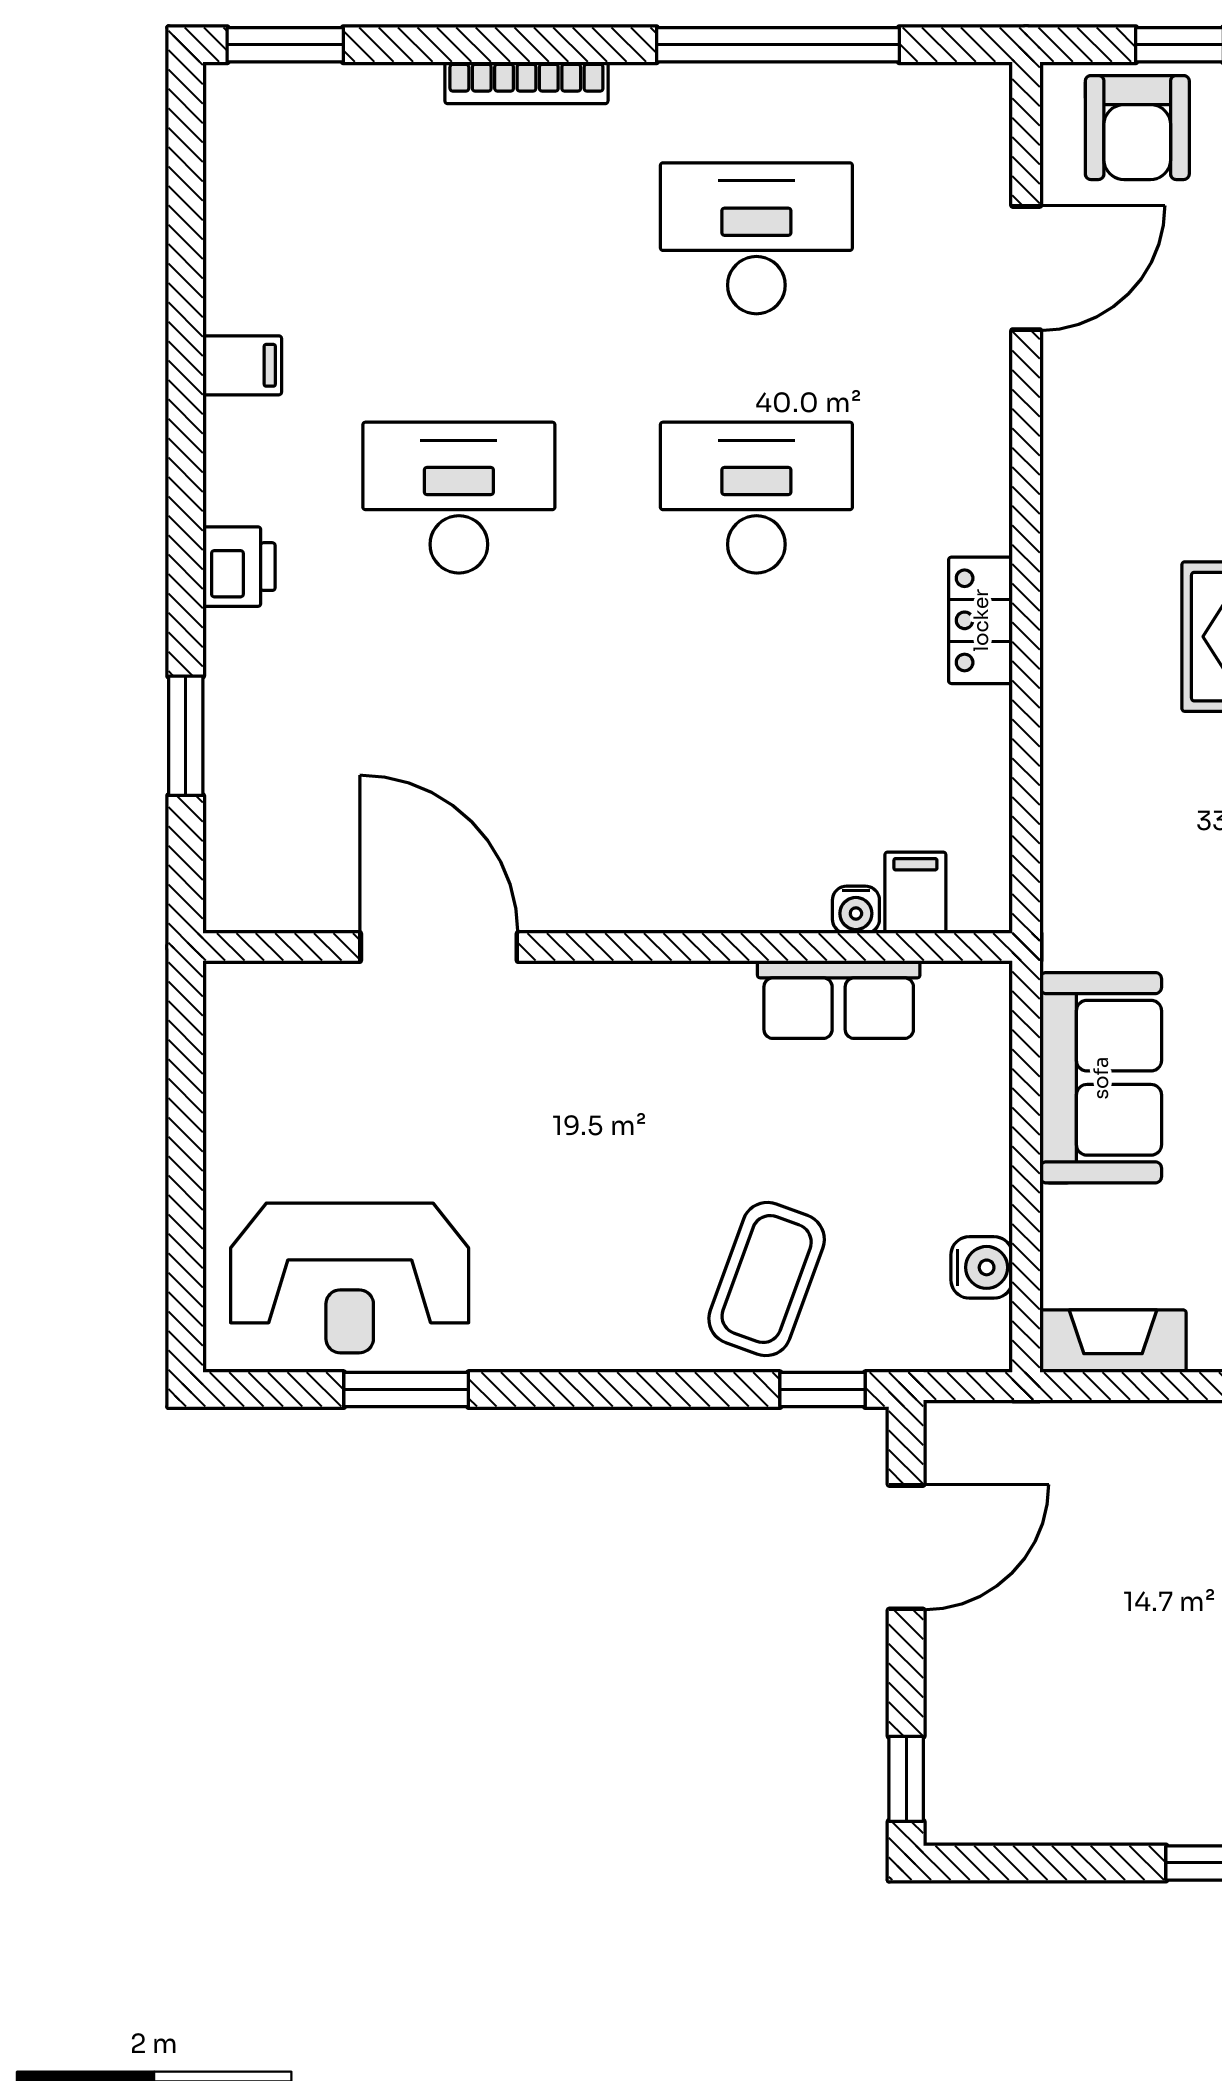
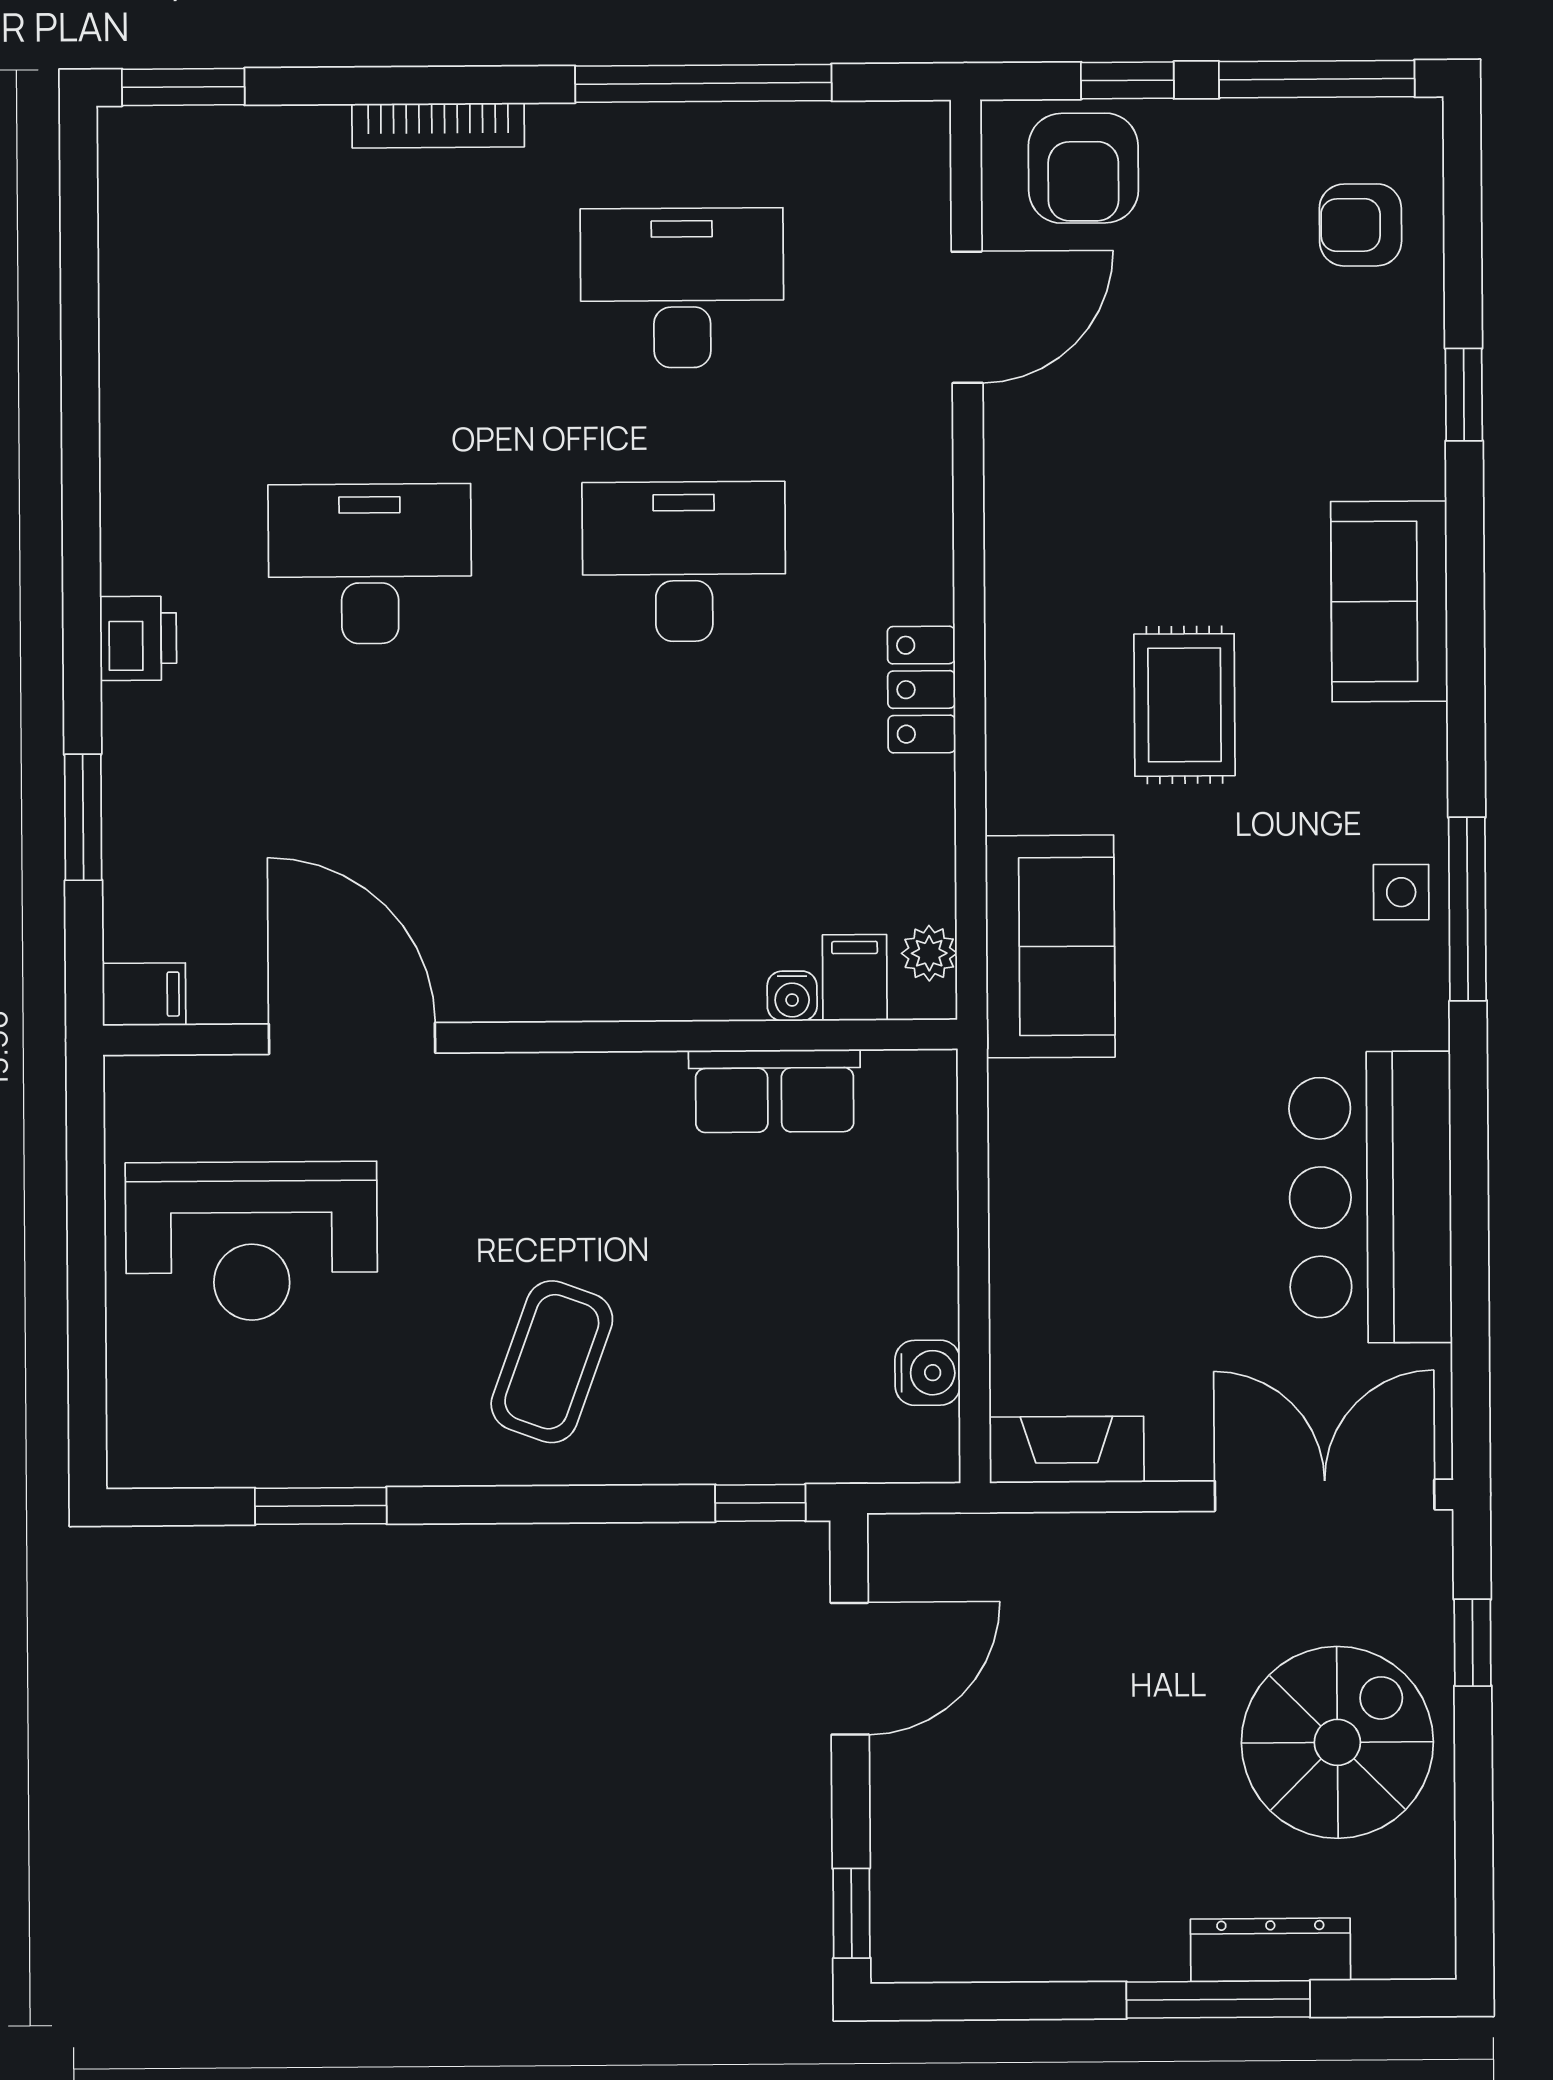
filing cabinet: (242, 365) -> (144, 994), moved
plant: (986, 870) -> (929, 953), added
sofa: (1101, 1078) -> (1050, 946), moved
reception desk: (350, 1278) -> (251, 1241), moved
coffee table: (767, 1279) -> (552, 1362), moved

